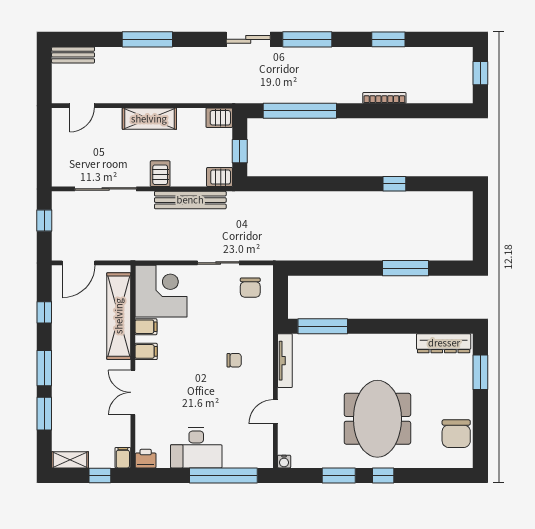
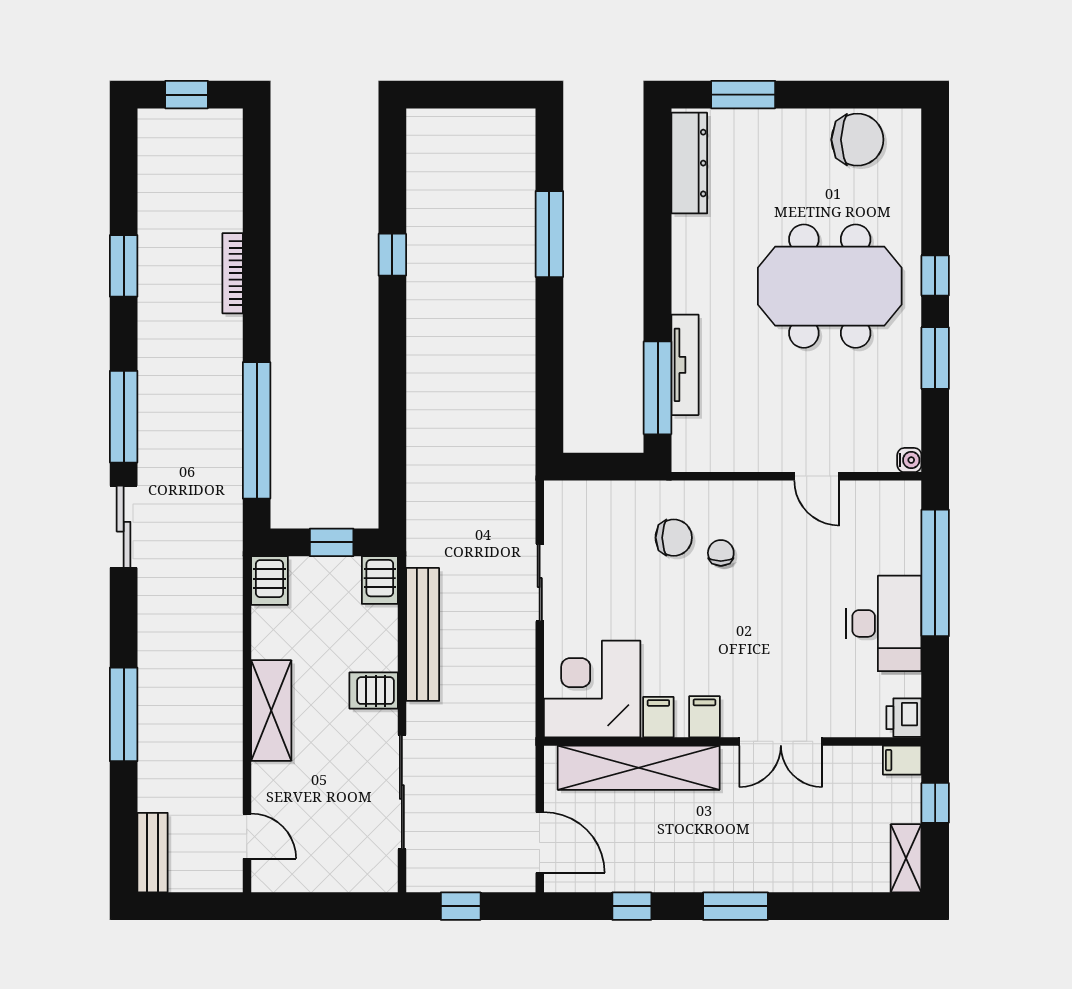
chair: (250, 288) -> (674, 538), moved
tv unit: (285, 361) -> (685, 365), moved, turned 90
window: (44, 414) -> (820, 906), removed

